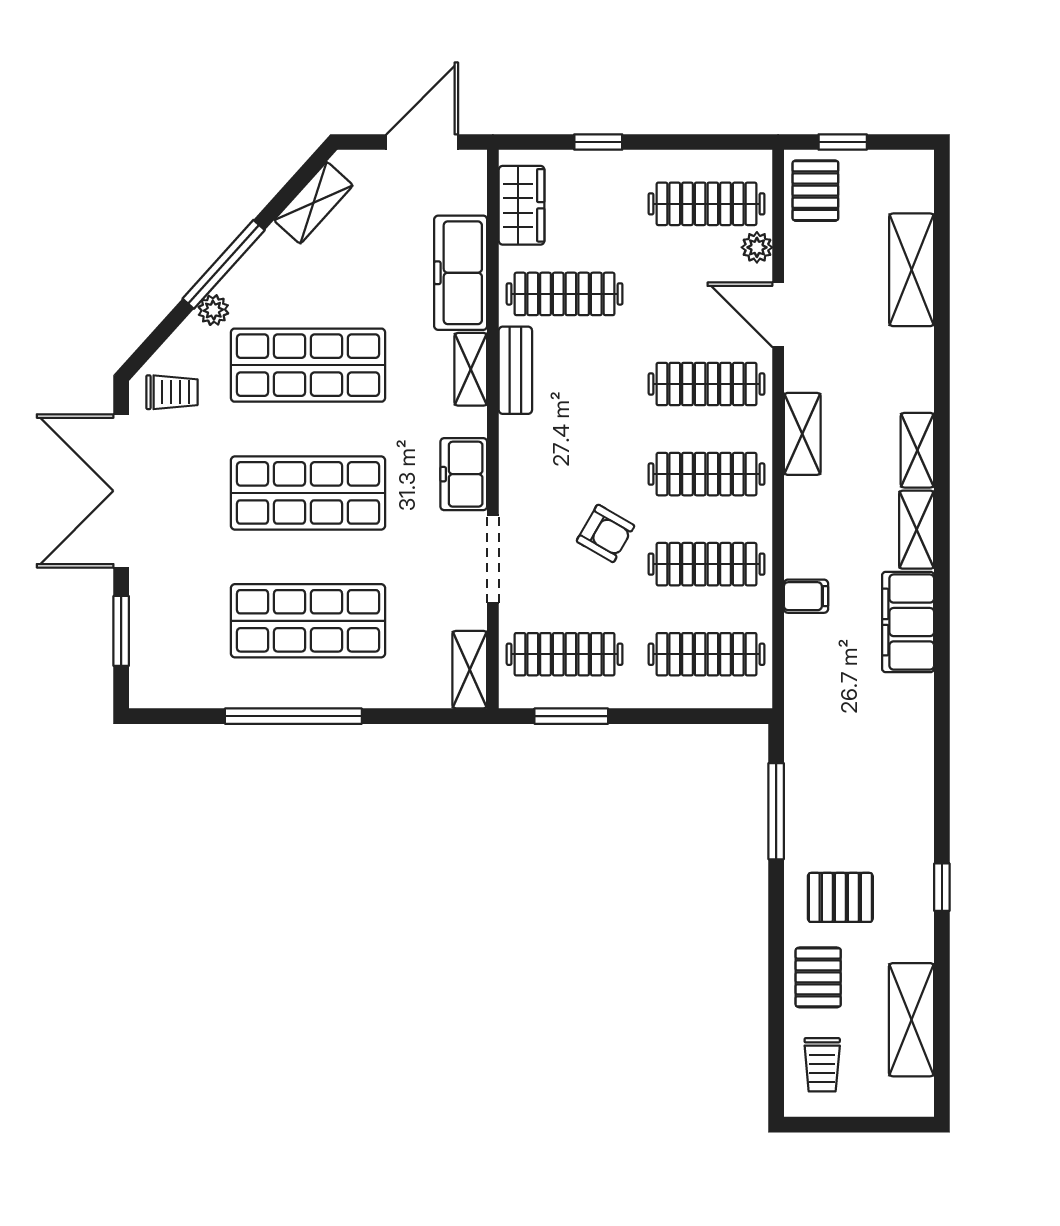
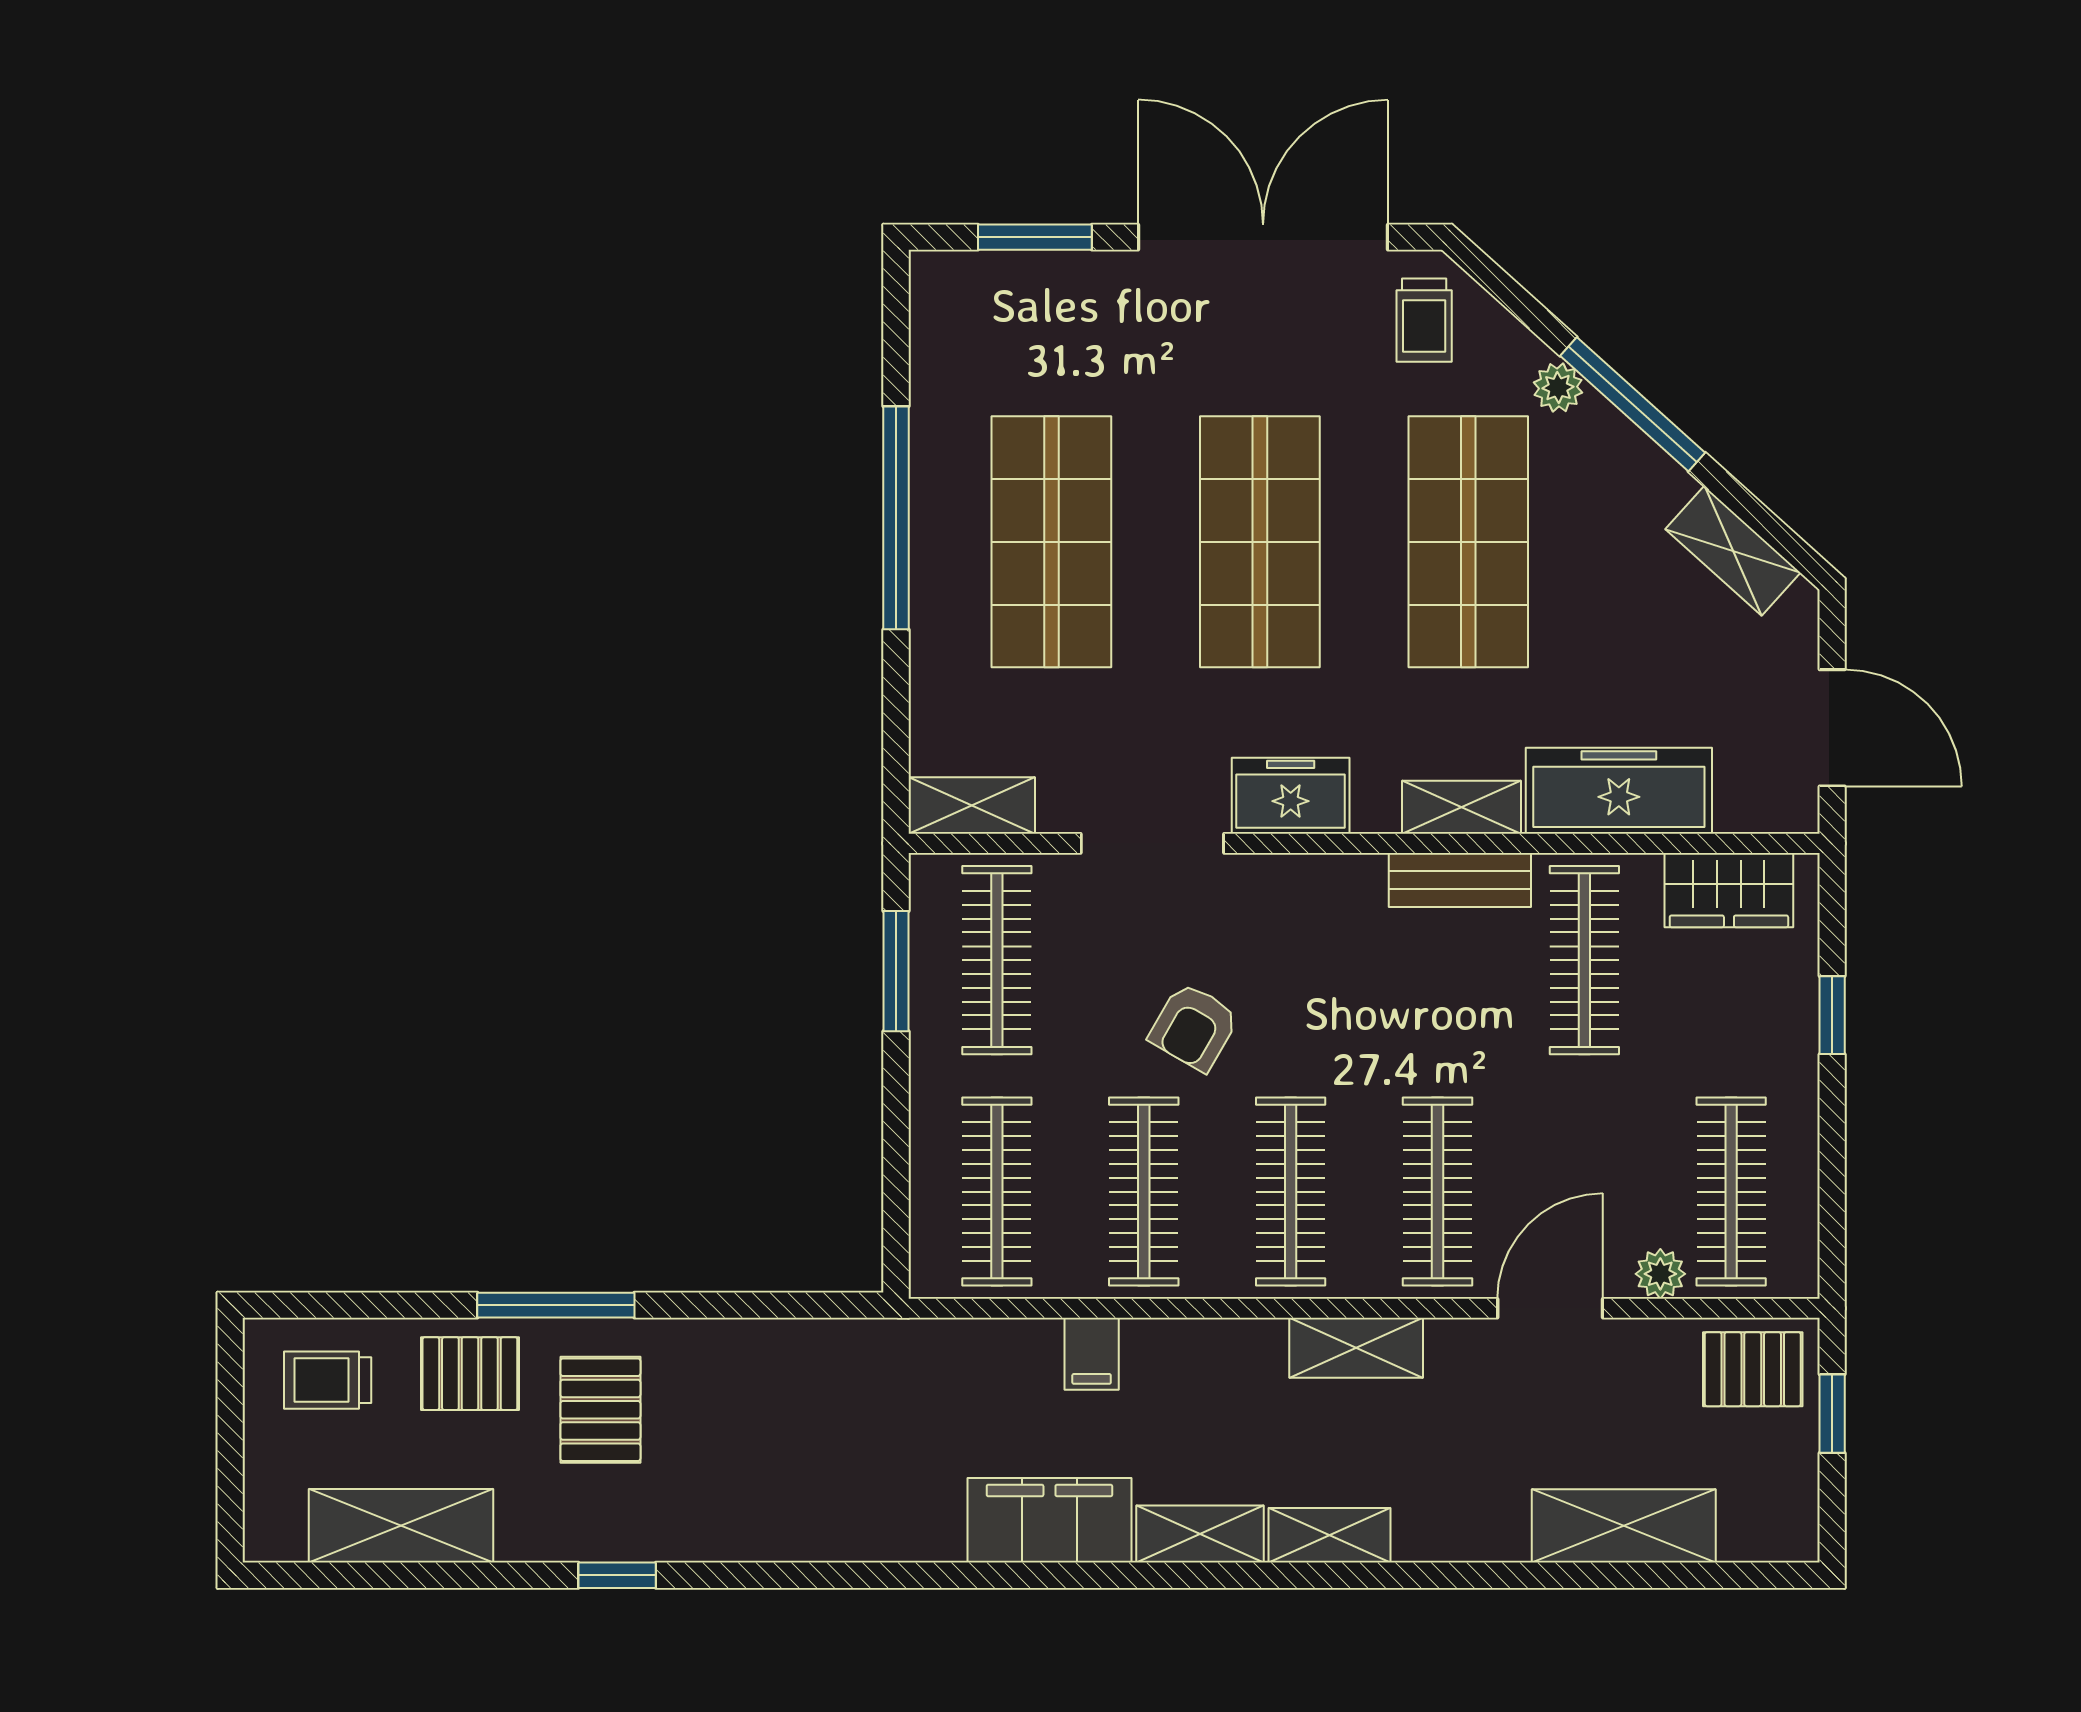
window: (776, 811) -> (556, 1305), moved

